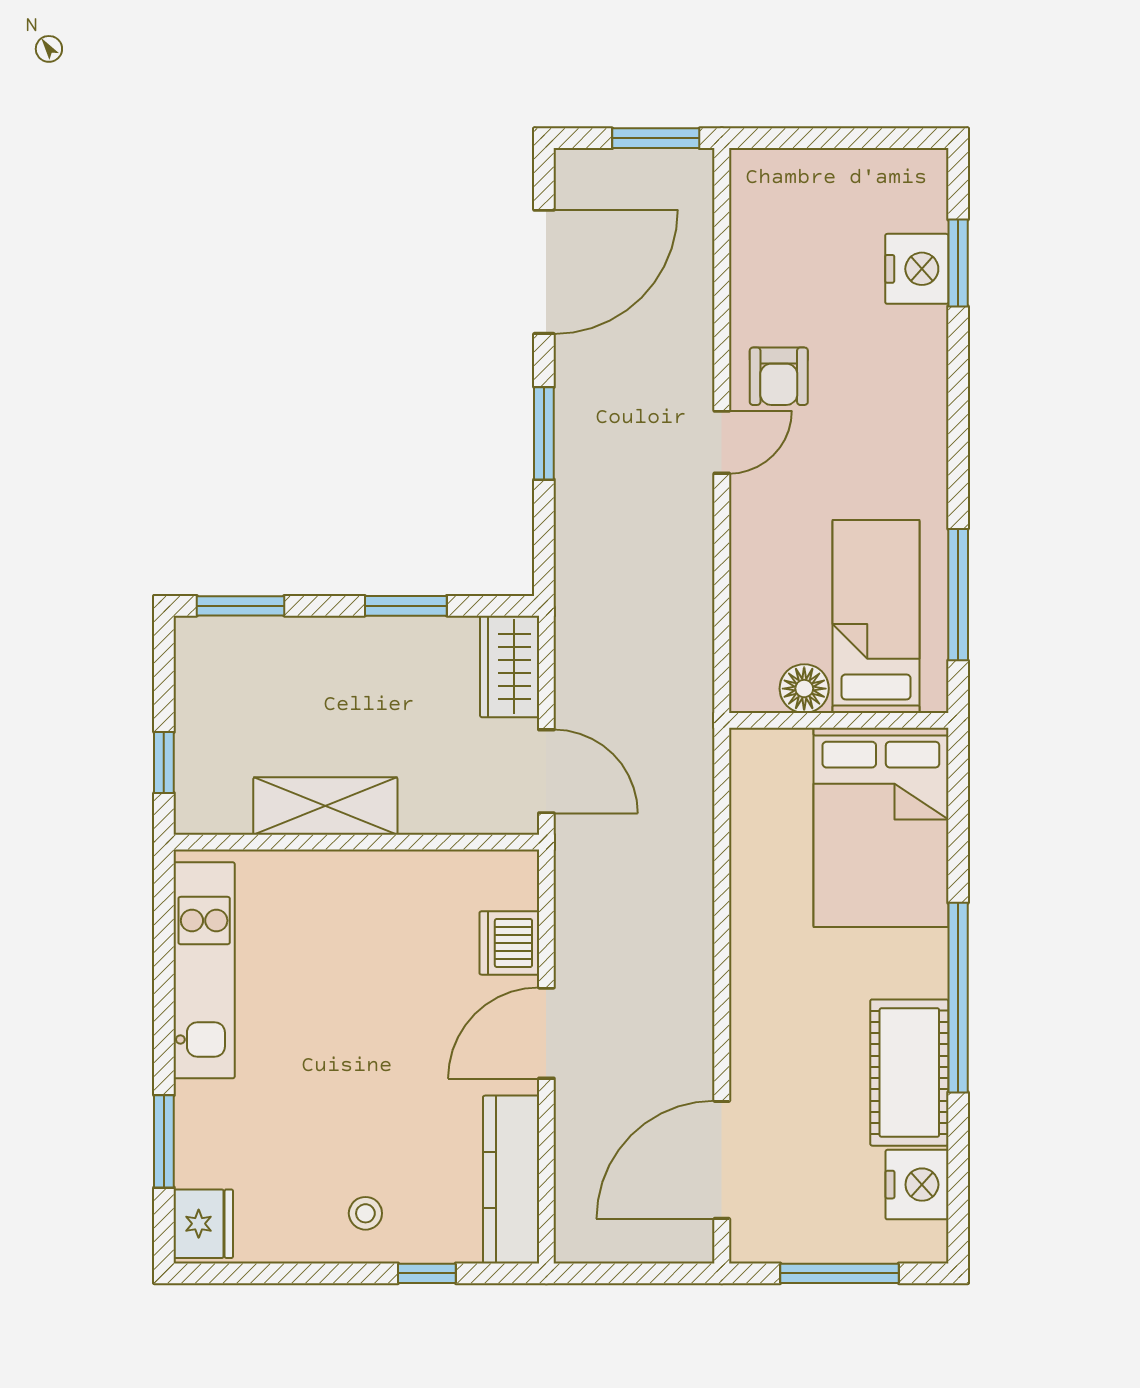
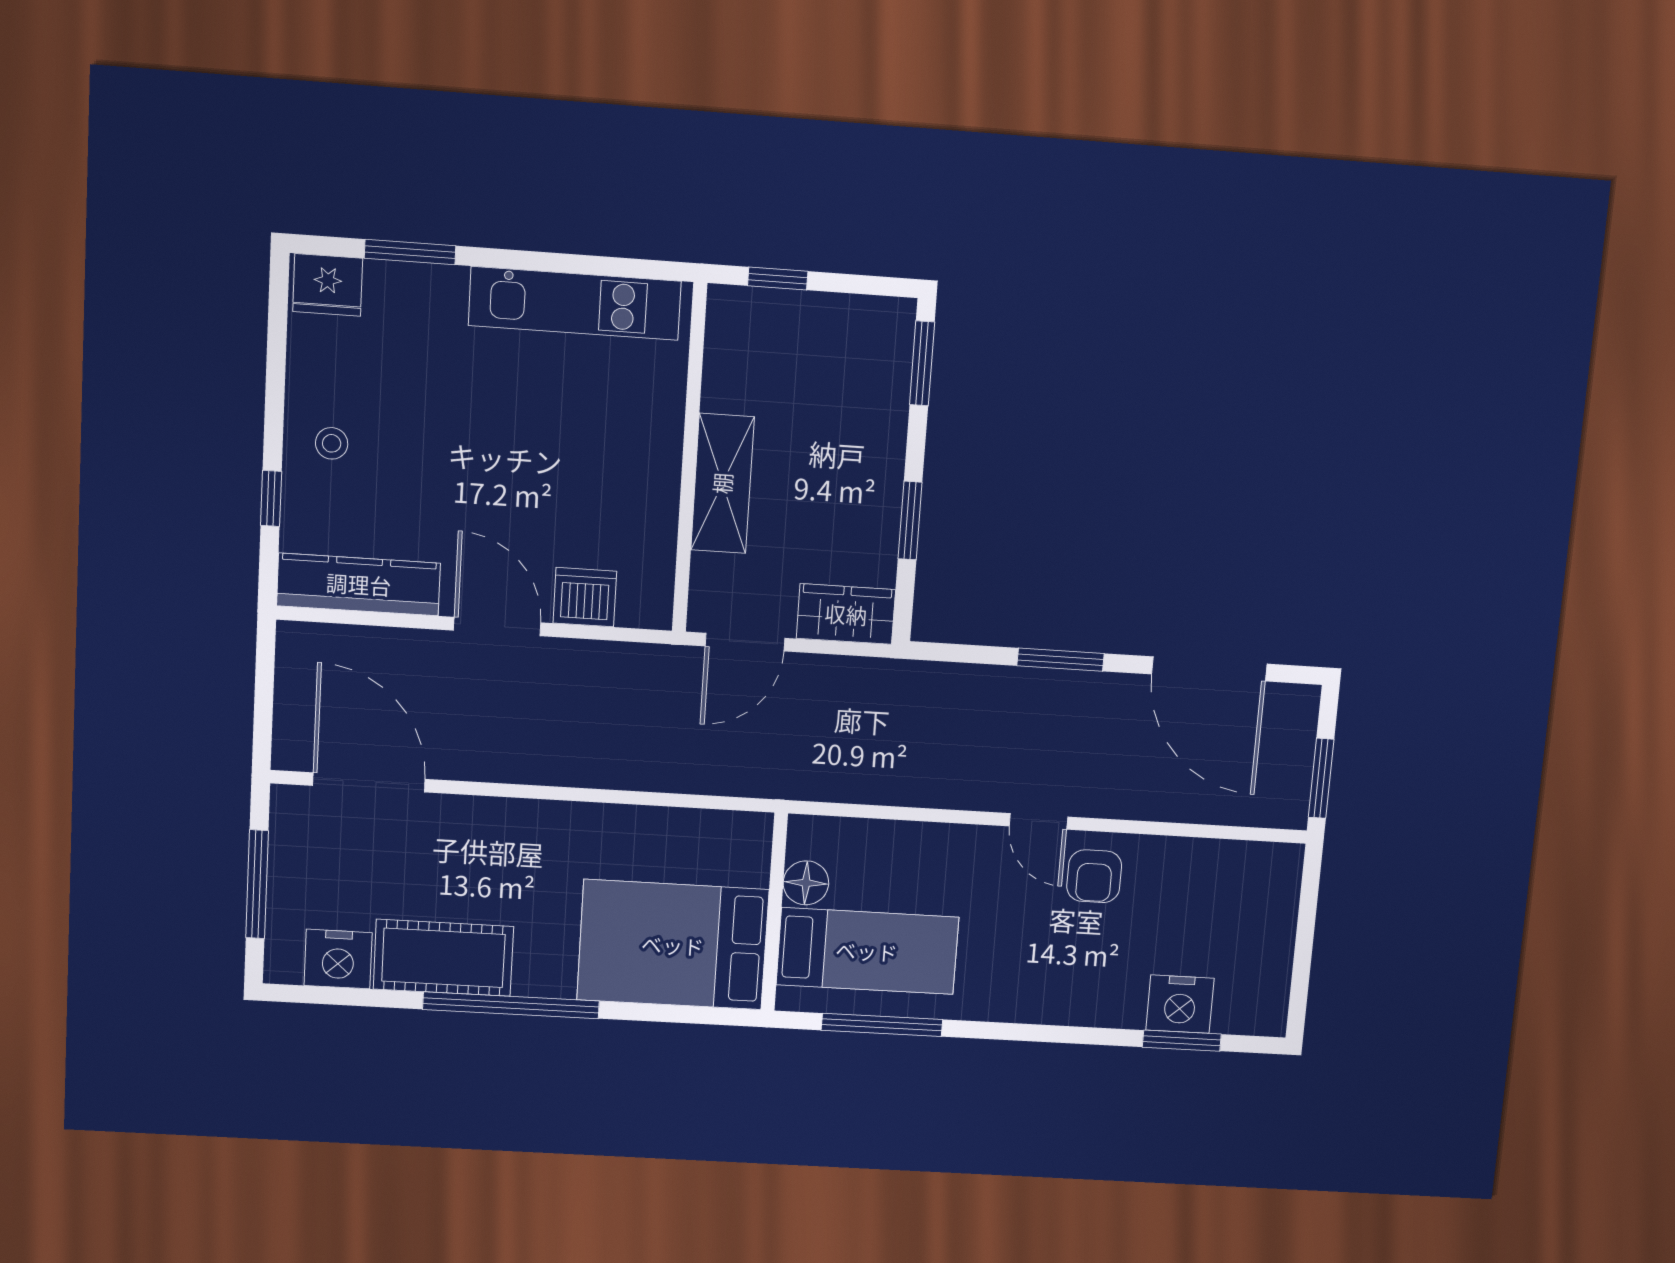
armchair: (779, 376) -> (1094, 876), turned -90
shelving: (325, 806) -> (722, 483), moved

